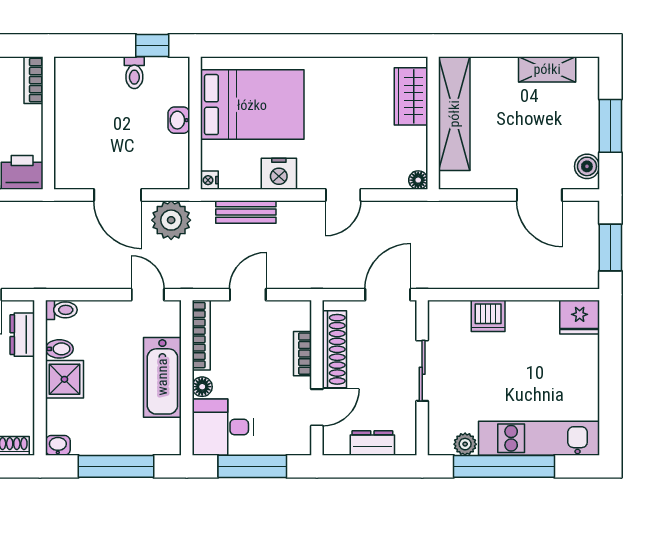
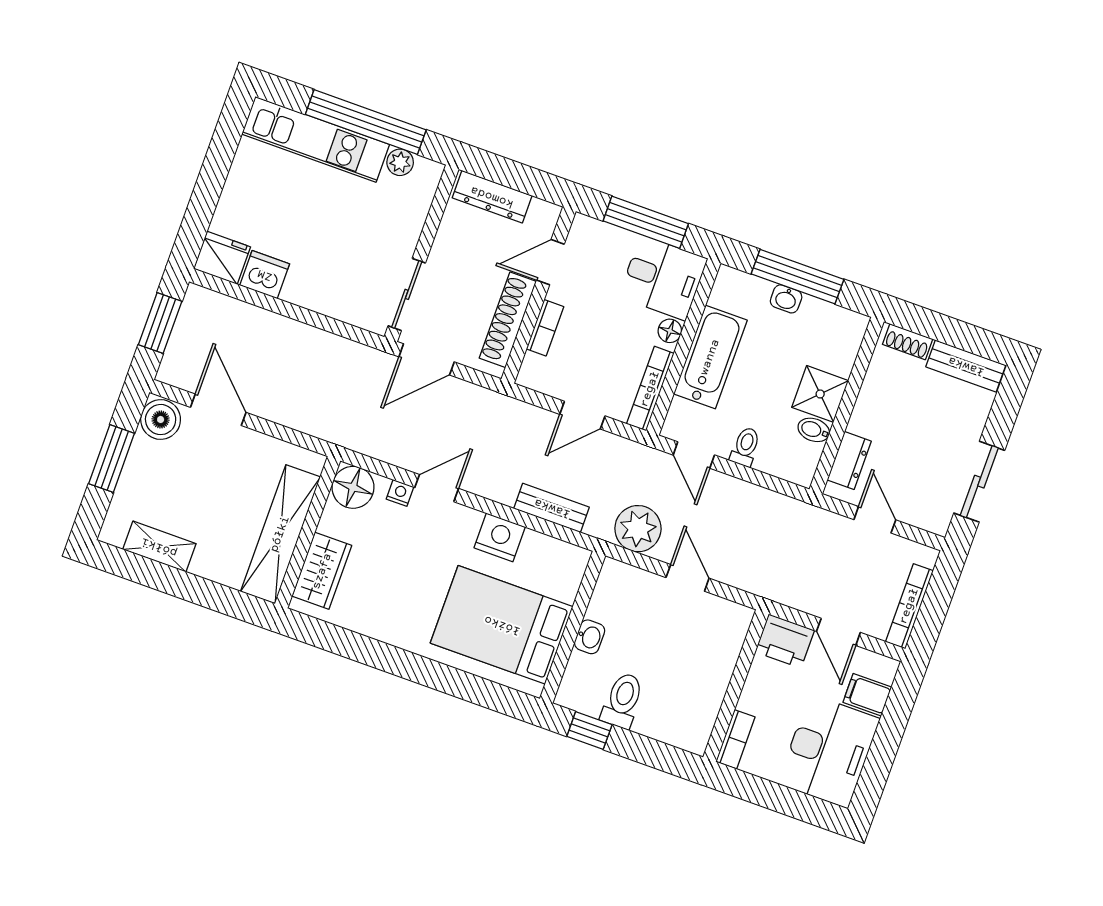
toilet: (134, 73) -> (623, 700), width x1.37, depth x1.39
boiler: (587, 166) -> (161, 420), width x1.36, depth x1.36
nightstand: (209, 180) -> (400, 493), moved, turned -90
floor lamp: (418, 180) -> (353, 487), width x1.89, depth x1.89
door: (118, 195) -> (688, 578), width x0.73
toilet: (61, 310) -> (745, 447), moved, turned 90
dishwasher: (488, 316) -> (265, 275), moved
sliding door: (422, 371) -> (407, 294), moved
dresser: (372, 443) -> (492, 197), width x1.44
washbasin: (58, 445) -> (786, 299), moved

